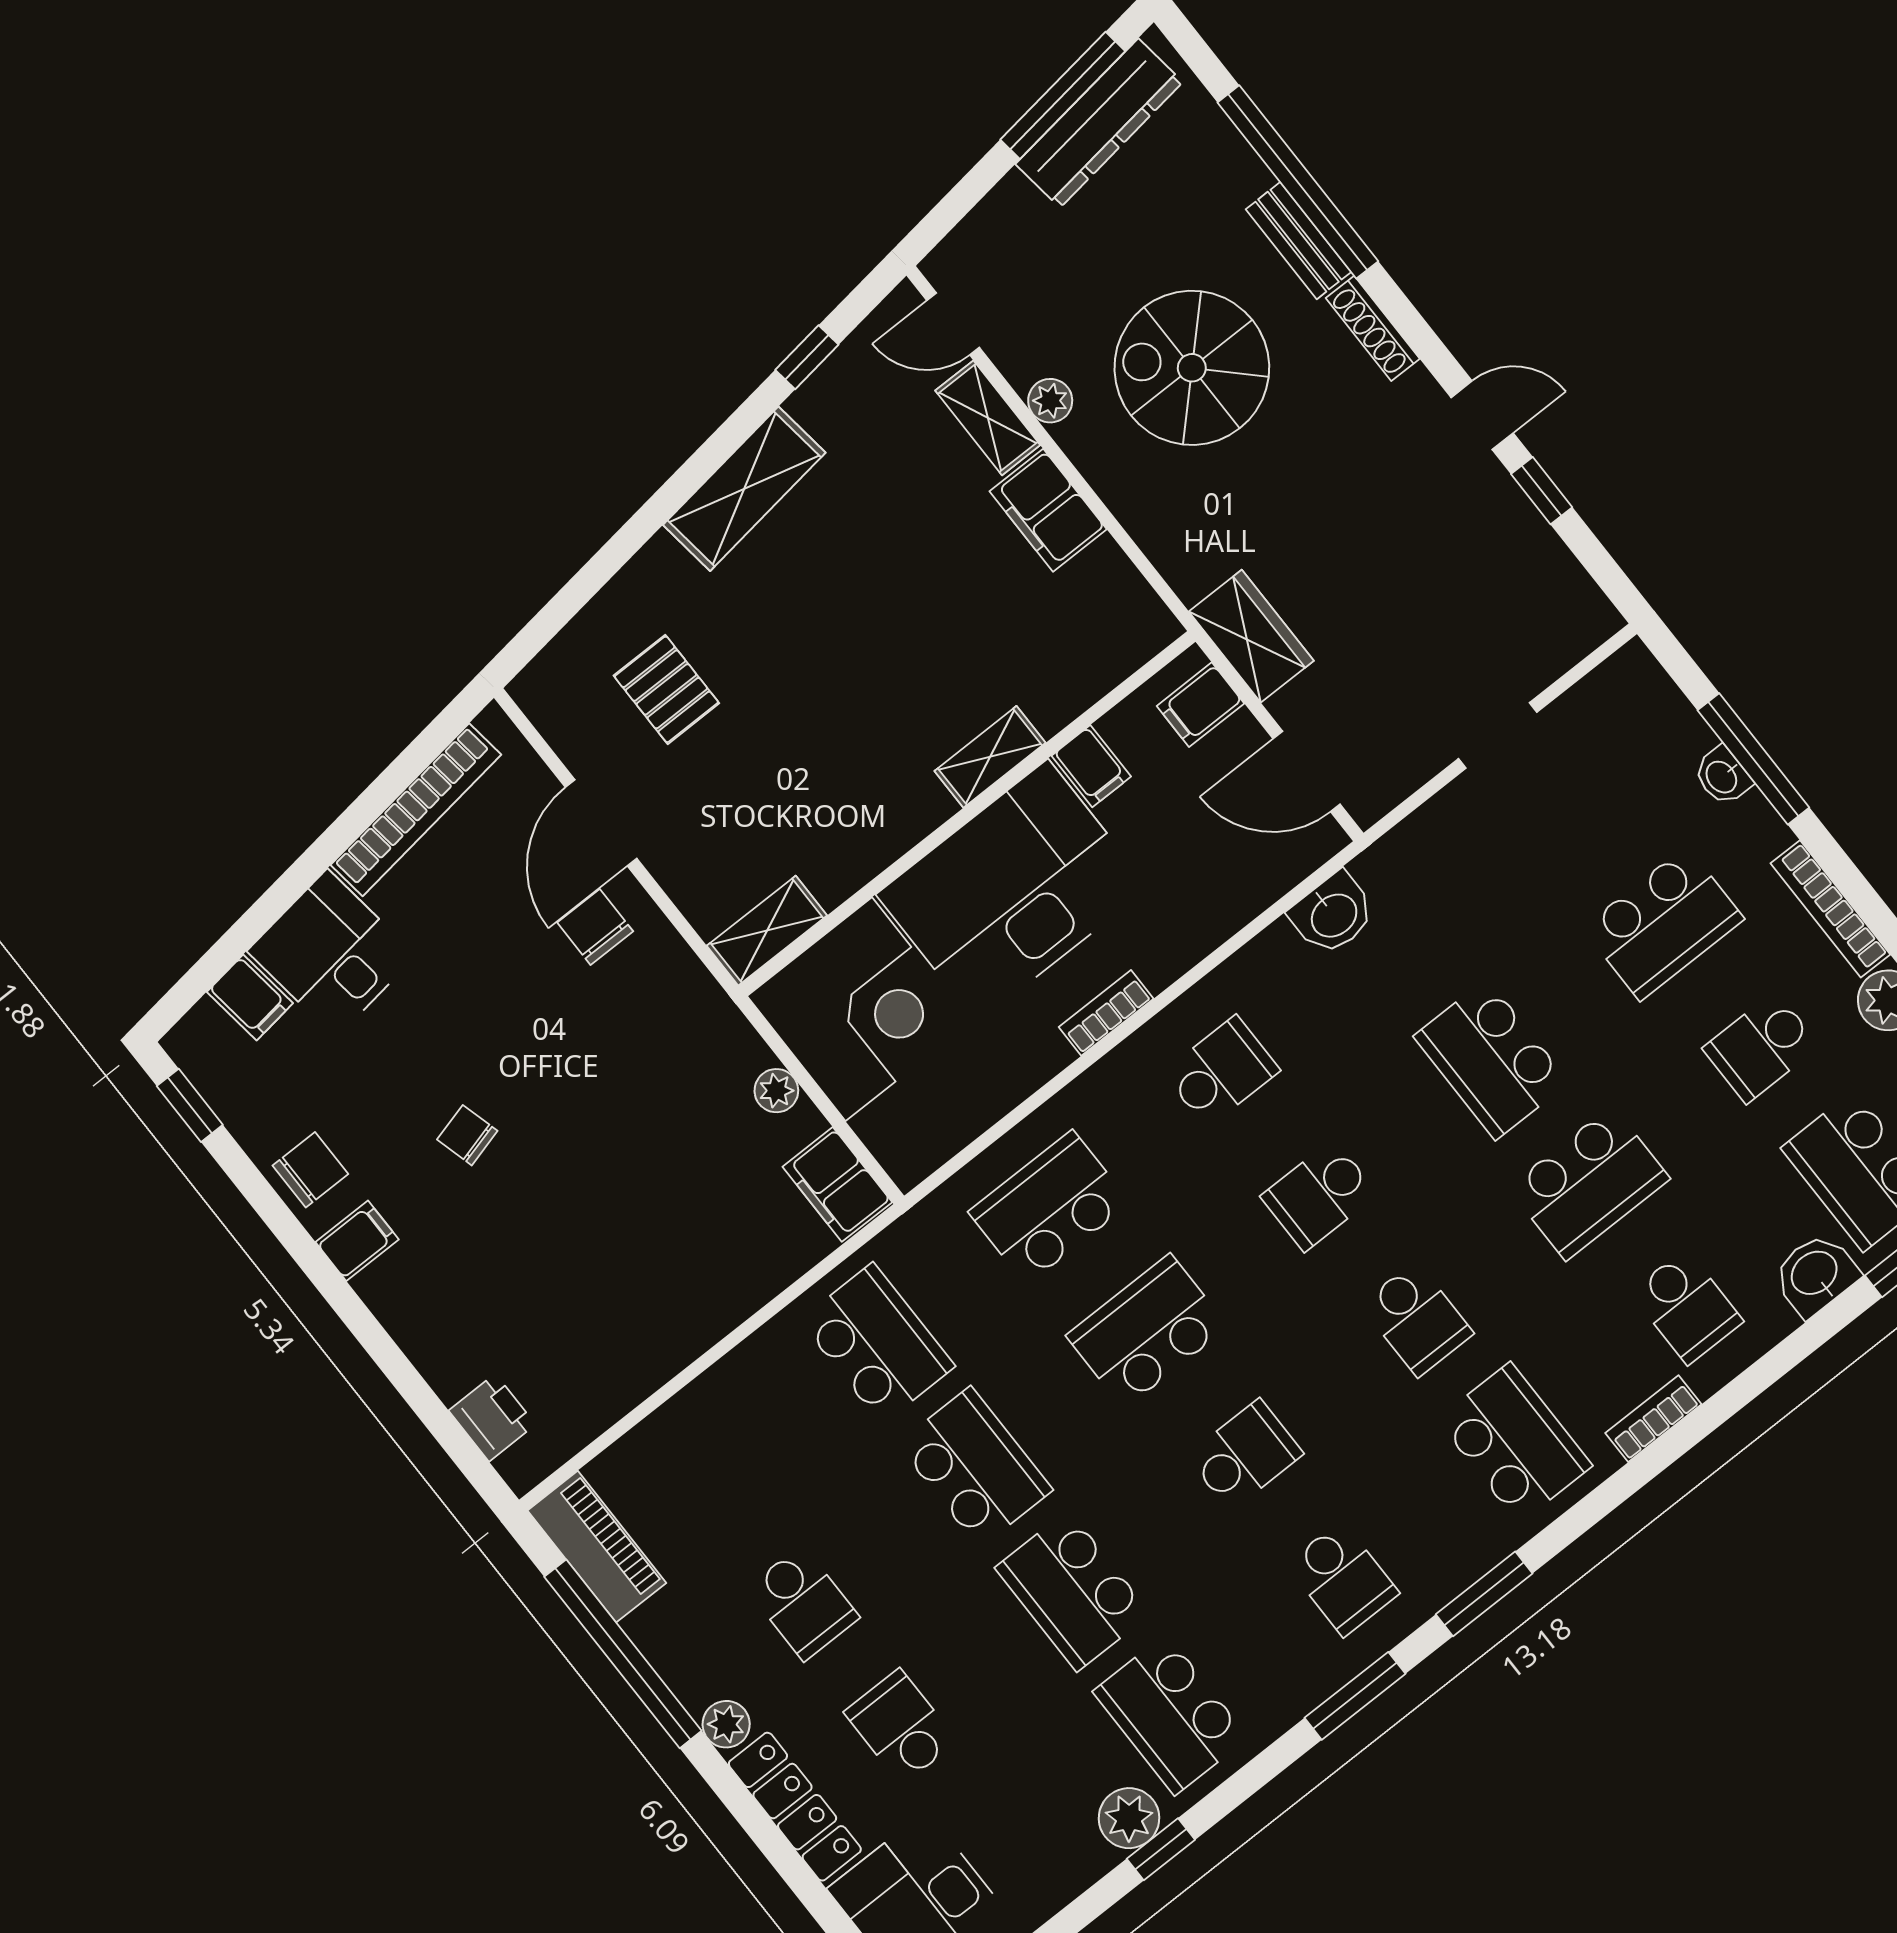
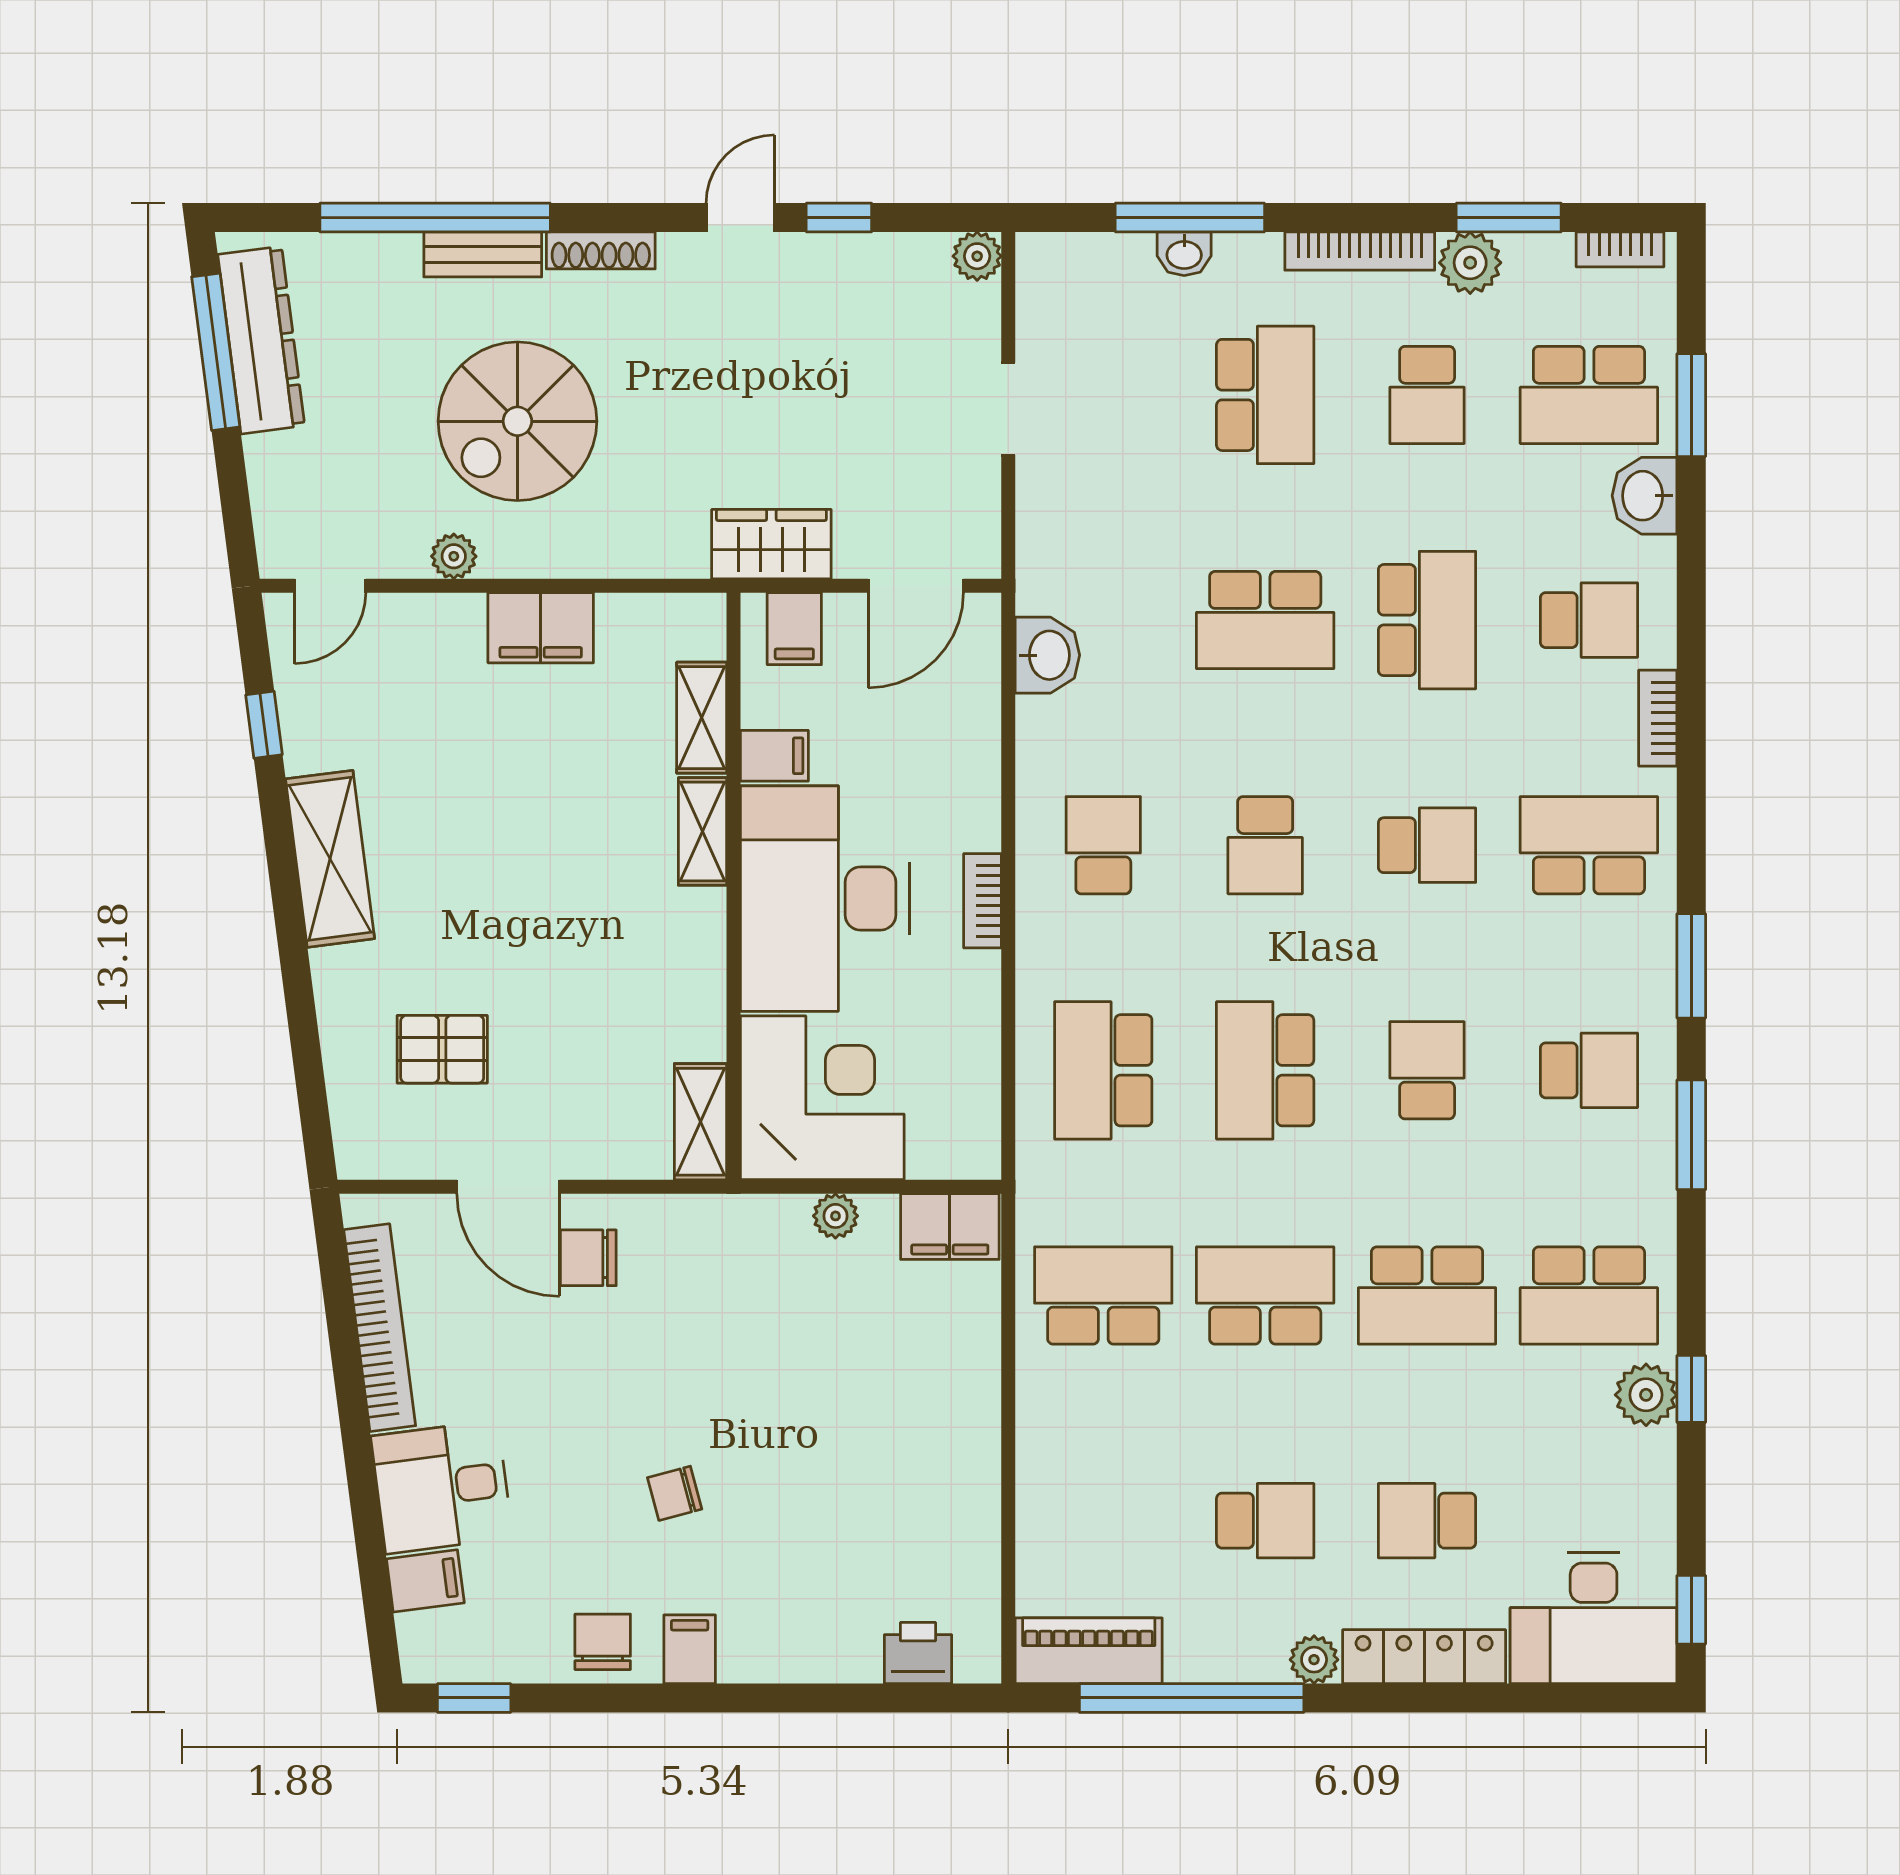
shelving: (988, 418) -> (702, 718), moved, turned 90
plant: (1595, 620) -> (977, 256), added

